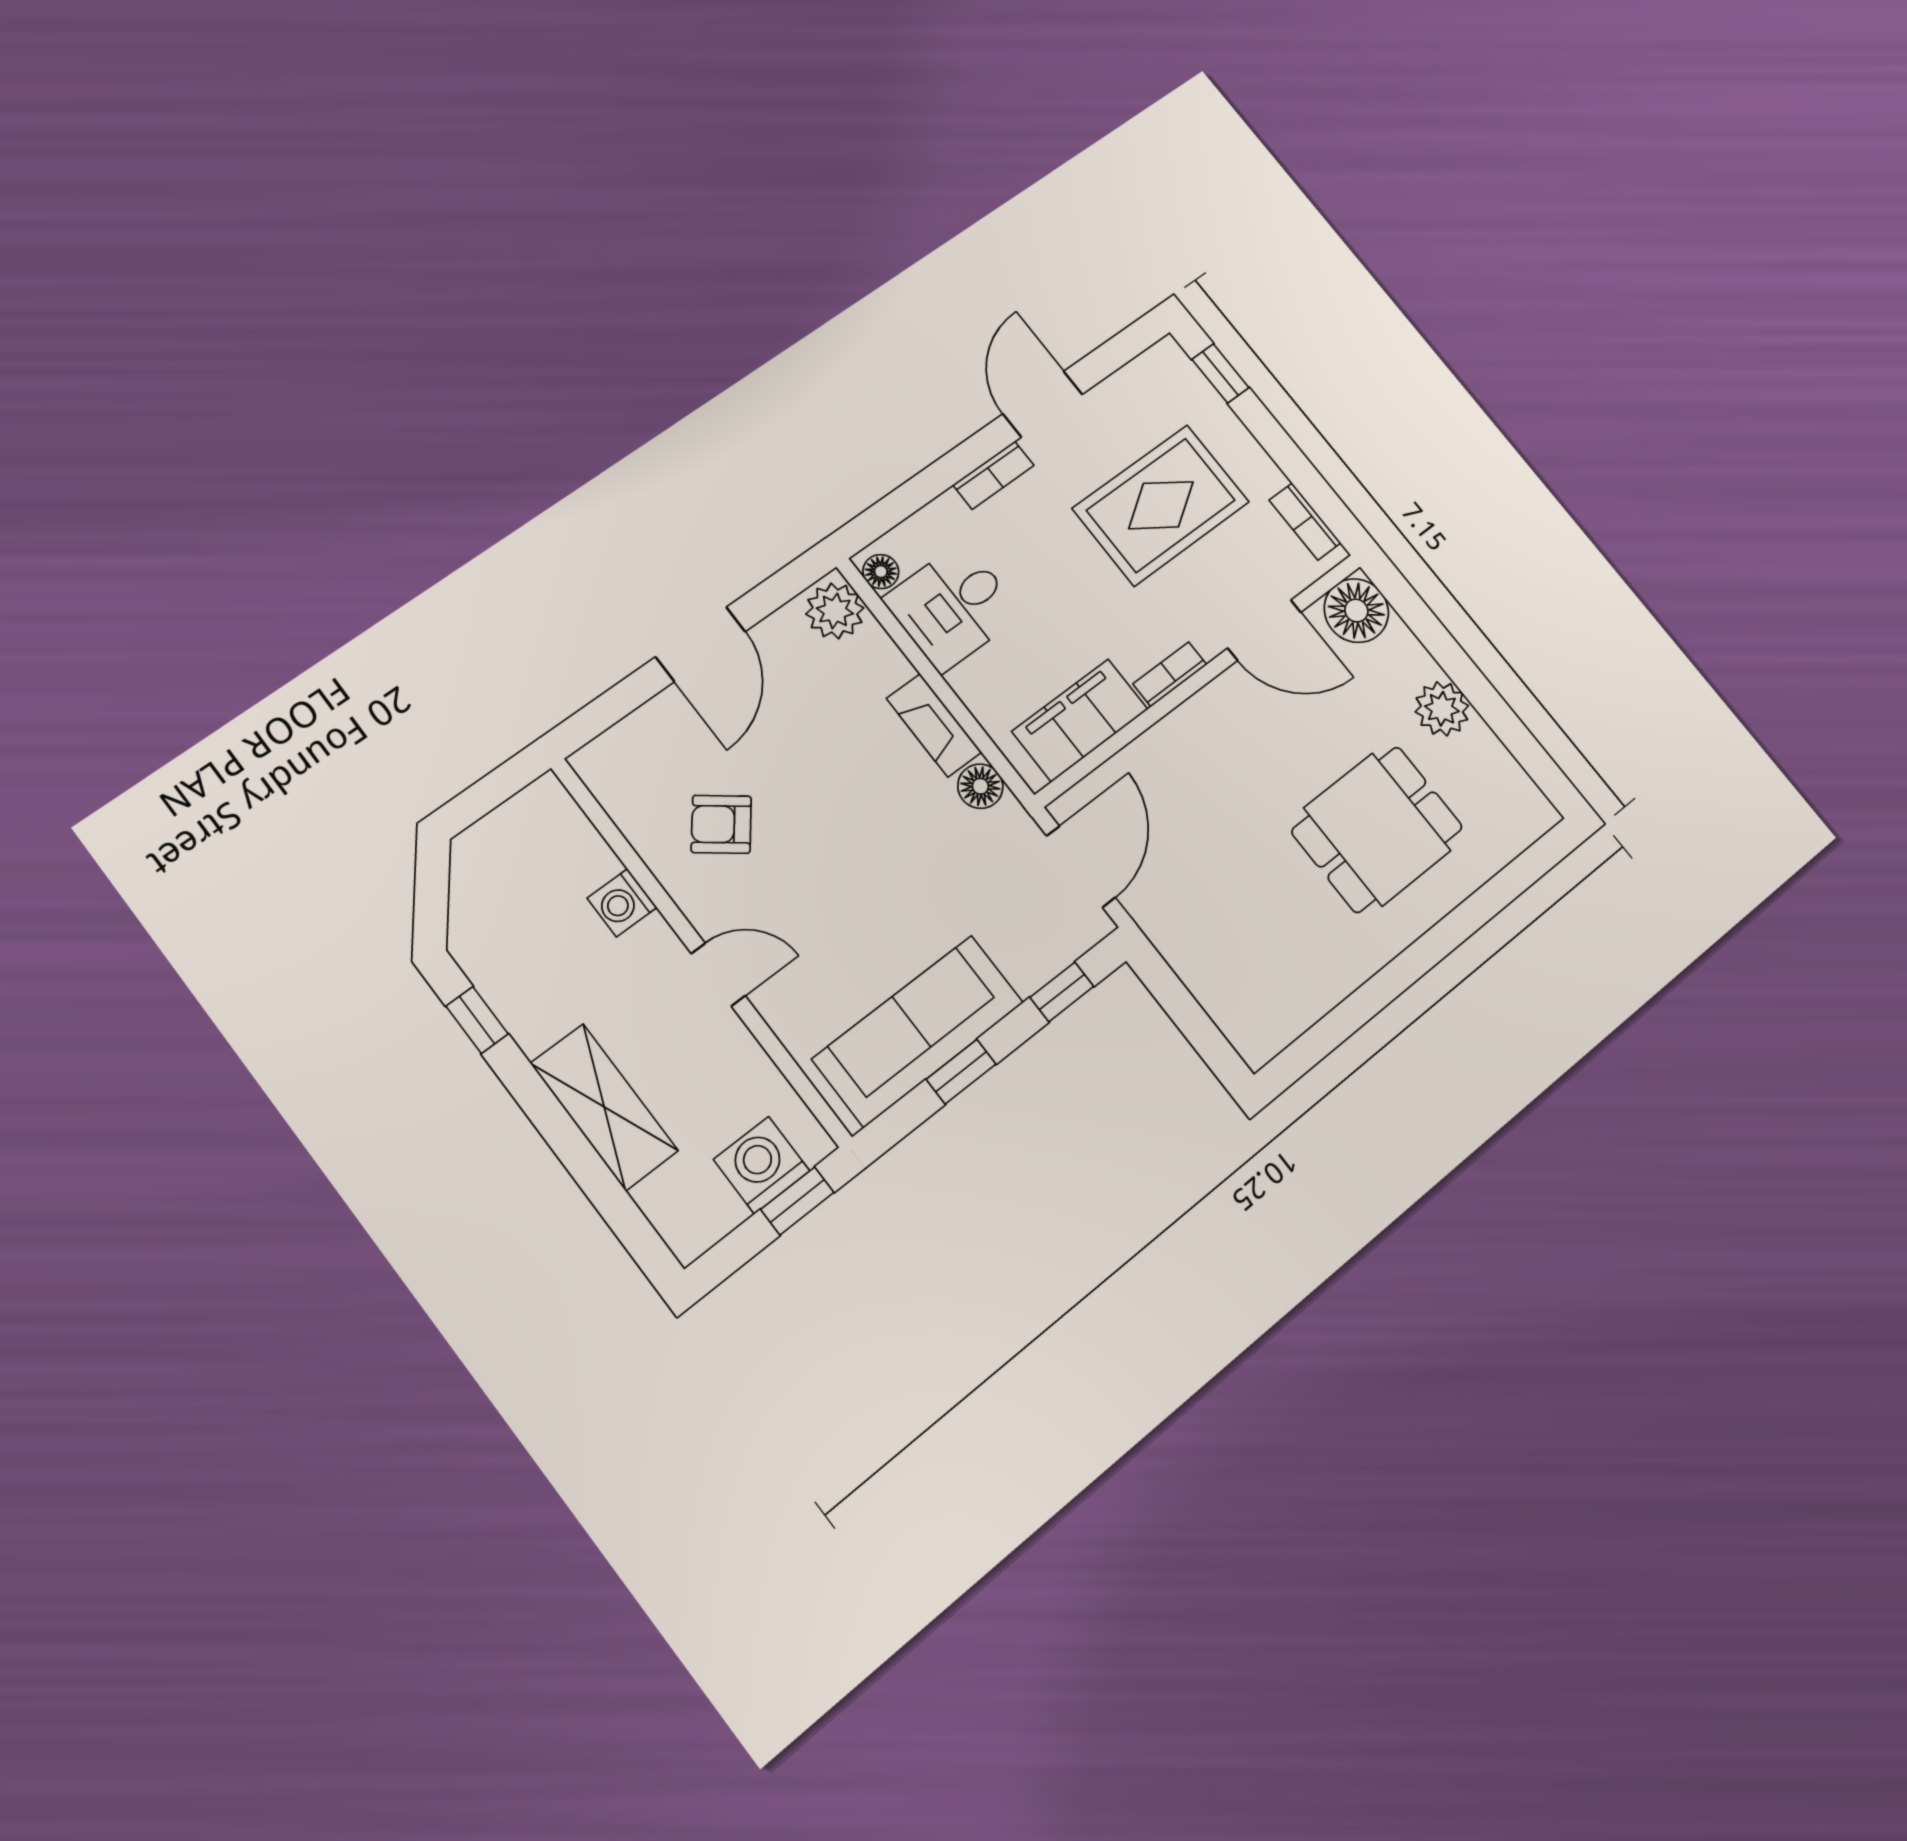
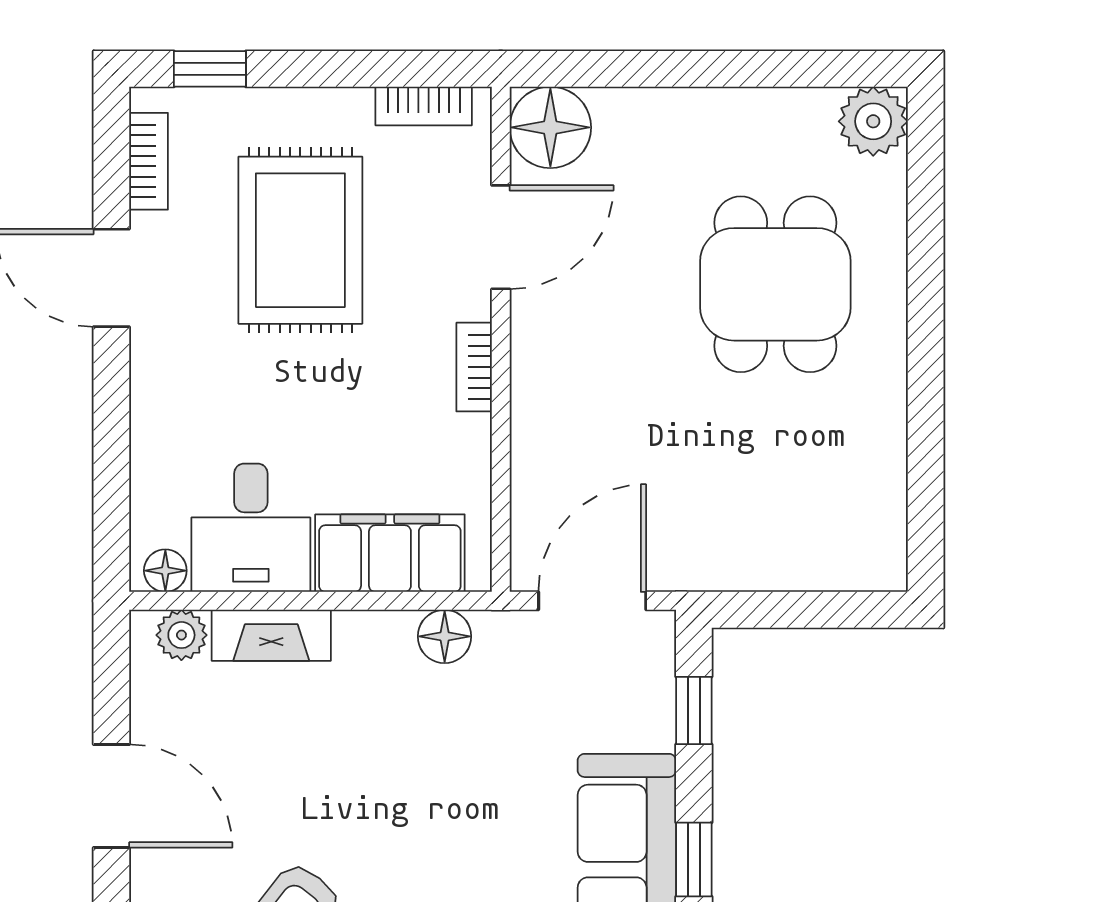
bookcase: (993, 475) -> (149, 161), moved
plant: (835, 611) -> (181, 635), width x0.73, depth x0.73
plant: (1442, 709) -> (873, 121), moved
filing cabinet: (1080, 720) -> (390, 553), moved, turned 90
fireplace: (934, 725) -> (271, 635), moved
door: (1081, 867) -> (592, 601), hinge flipped

